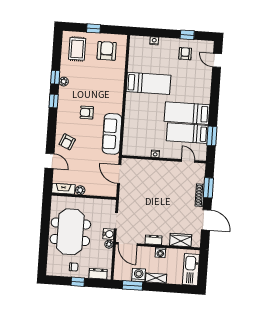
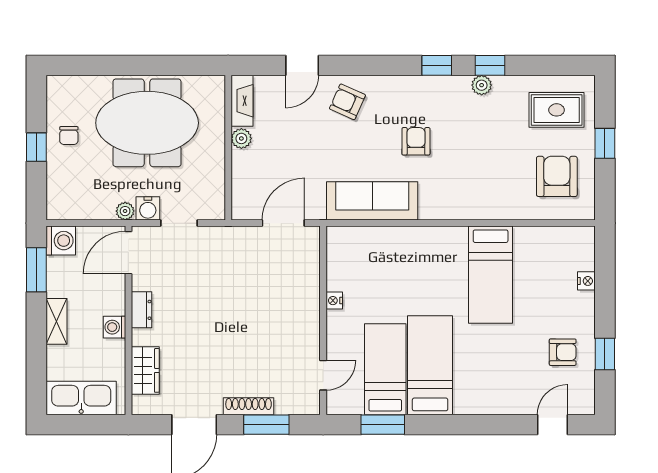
armchair: (107, 51) -> (557, 176), turned -90
dresser: (98, 274) -> (57, 191), removed
washing machine: (139, 275) -> (61, 241), moved

